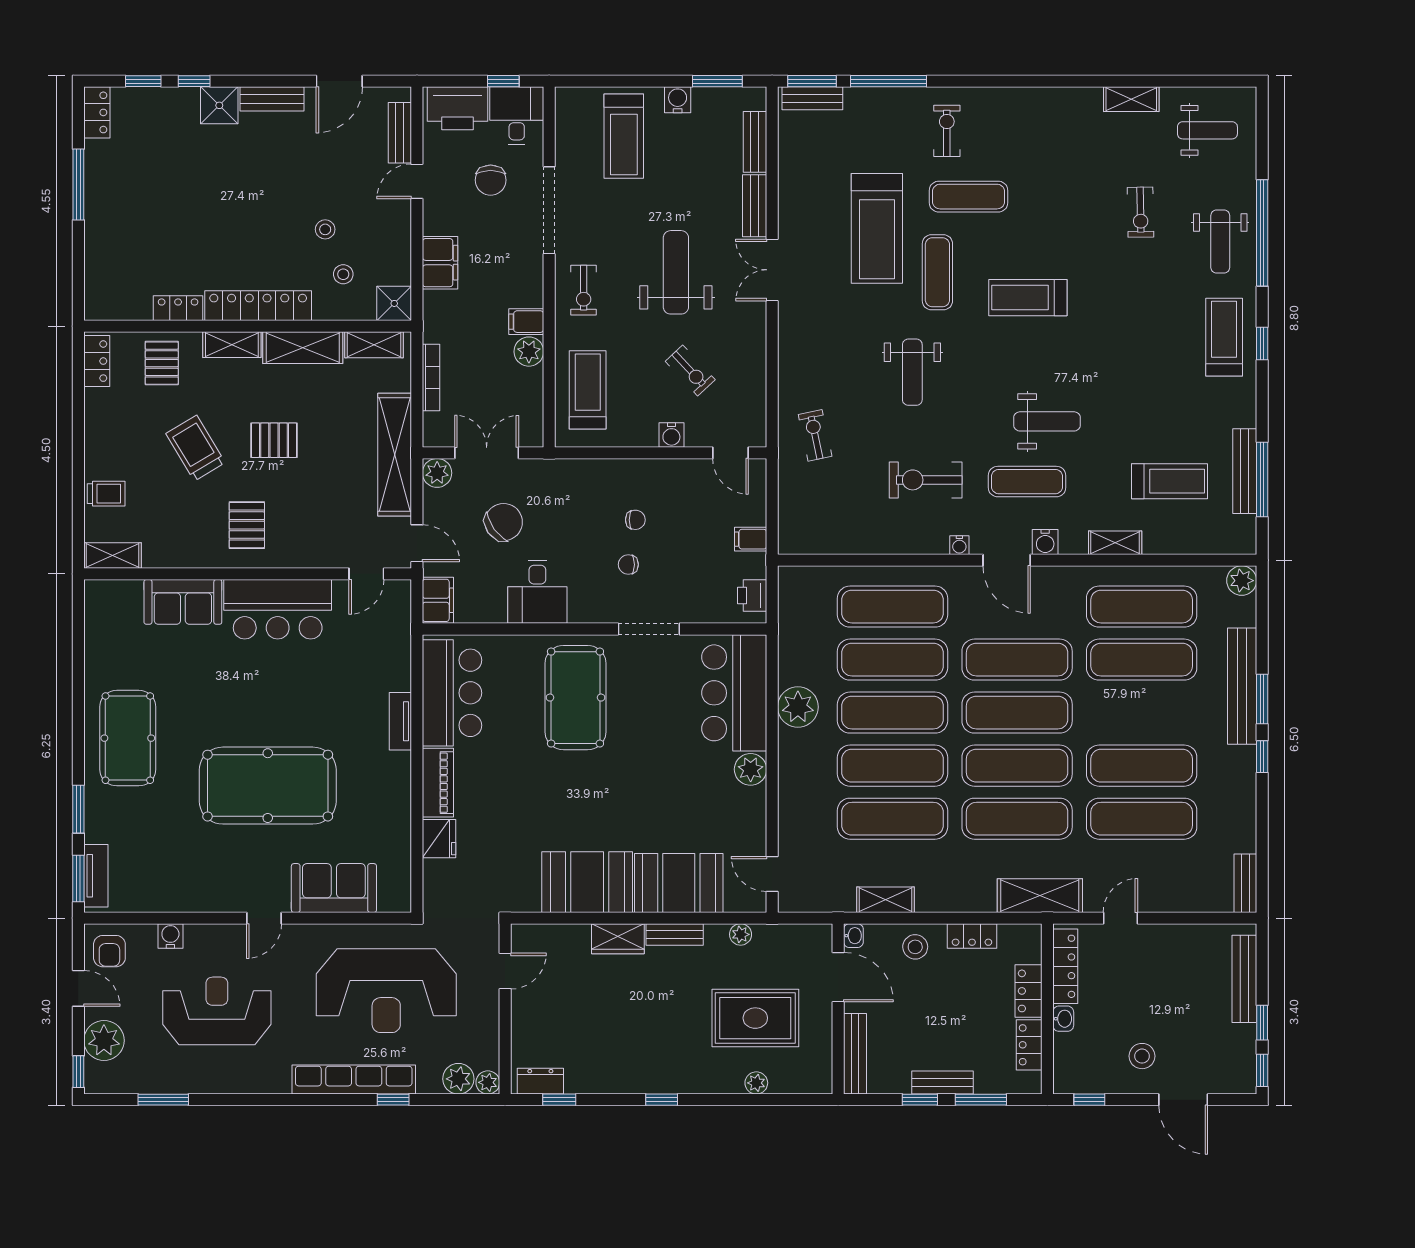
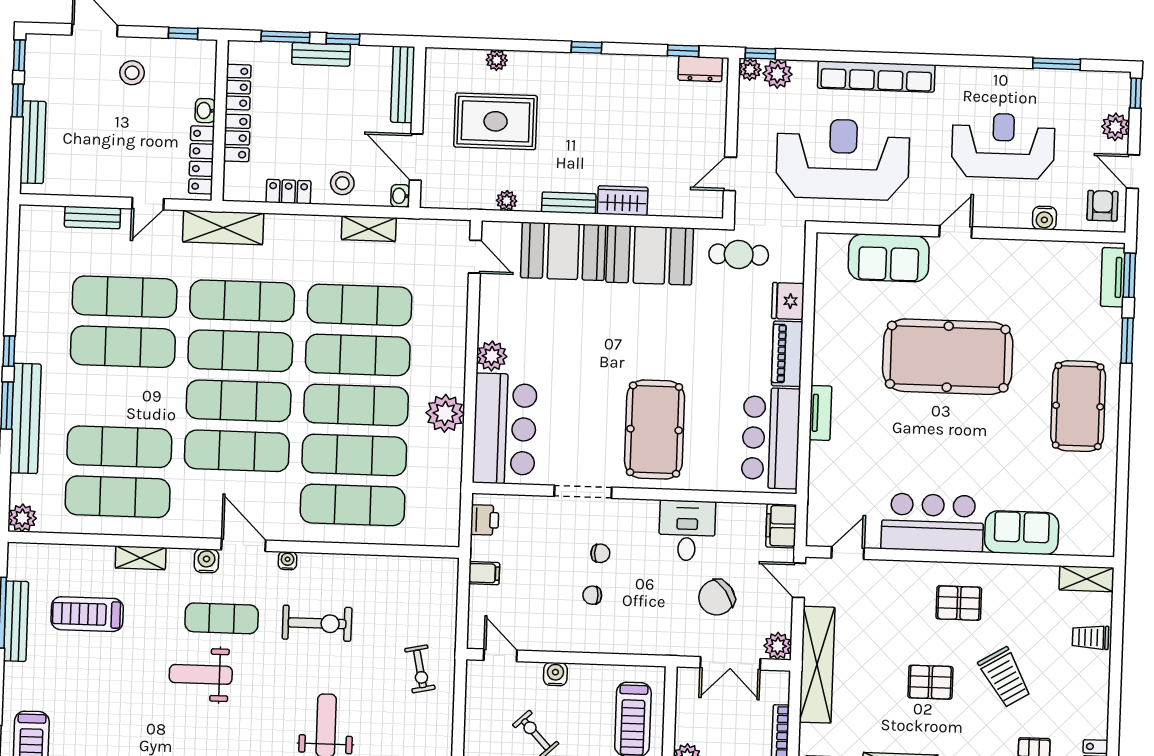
pallet: (247, 525) -> (959, 603), turned 90
bench: (1245, 883) -> (92, 217), moved, turned 90
cafe table: (493, 886) -> (739, 255), added
reception desk: (217, 1011) -> (1003, 146), turned 180
plant: (104, 1040) -> (1115, 127), width x0.73, depth x0.73
window: (393, 1100) -> (760, 53), moved

